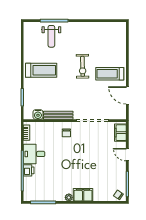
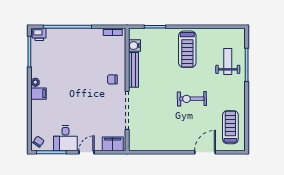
weight bench: (51, 36) -> (228, 62), turned 90
treadmill: (110, 74) -> (230, 127), moved
door: (127, 95) -> (205, 152), moved
desk: (34, 154) -> (65, 138), moved, turned 180
printer: (29, 170) -> (39, 34), moved
filing cabinet: (83, 195) -> (39, 94), width x0.50

